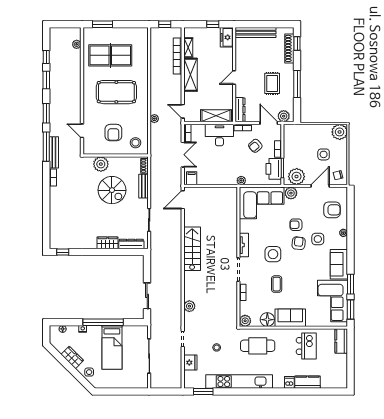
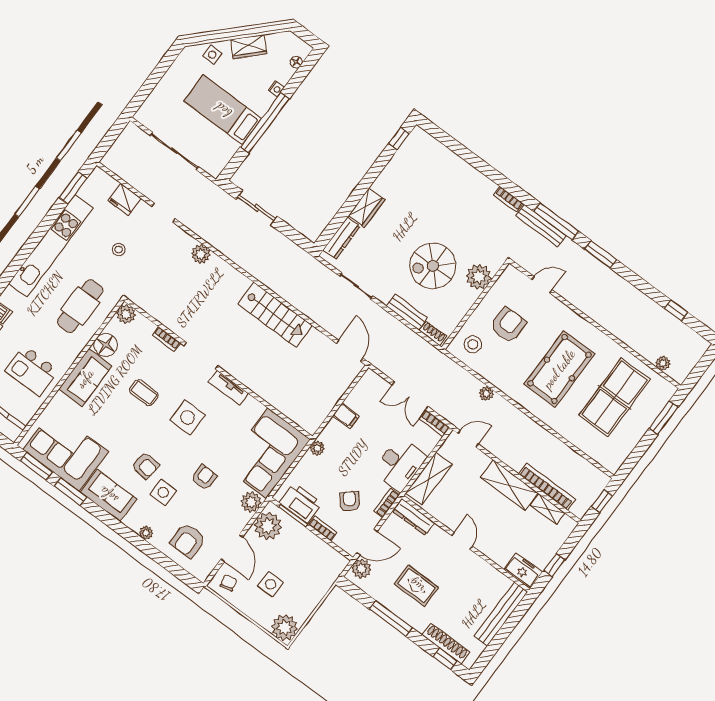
window: (46, 80) -> (645, 287), removed
armchair: (113, 133) -> (508, 325), turned 90
filing cabinet: (192, 178) -> (346, 416), moved
armchair: (299, 243) -> (146, 466), moved

